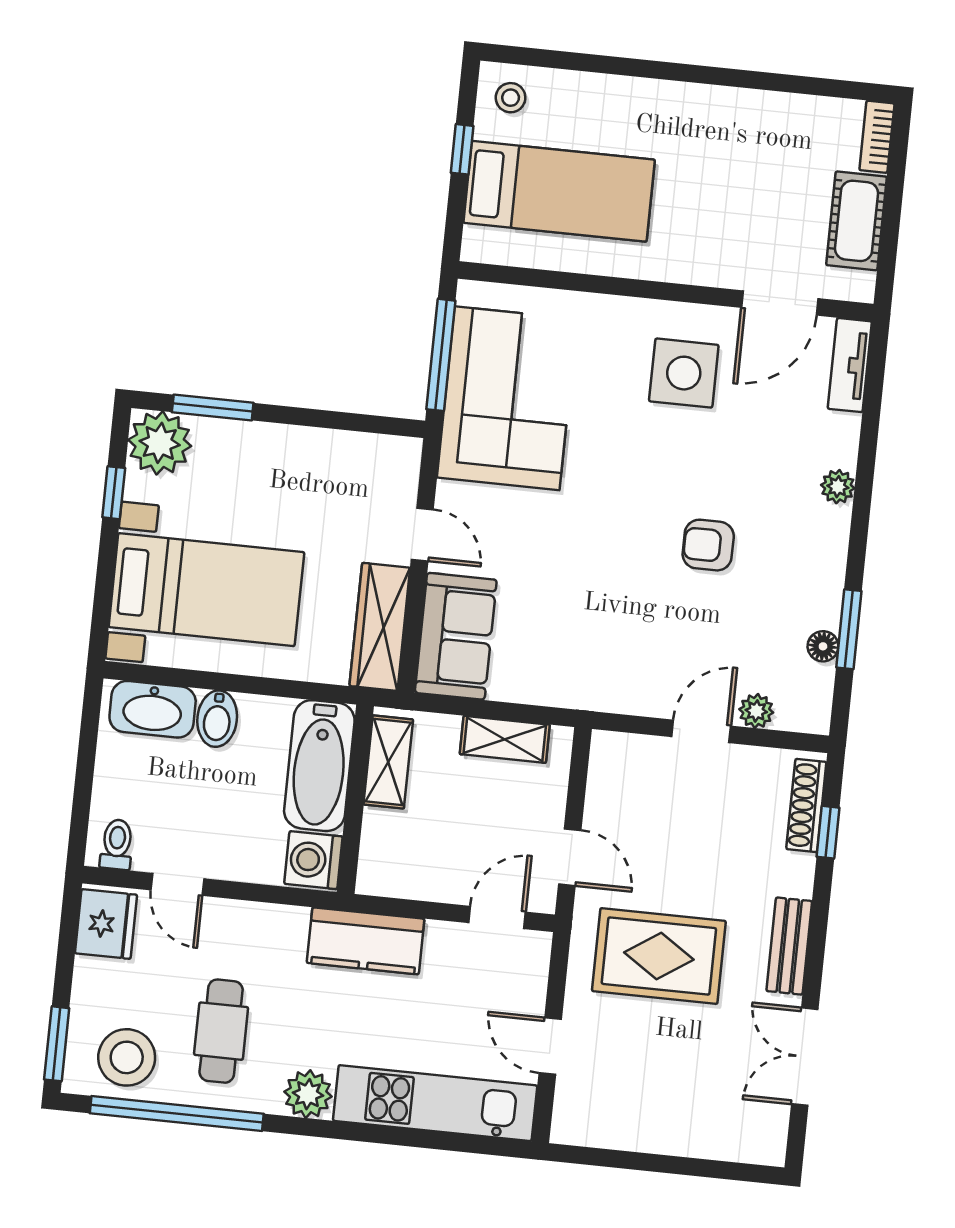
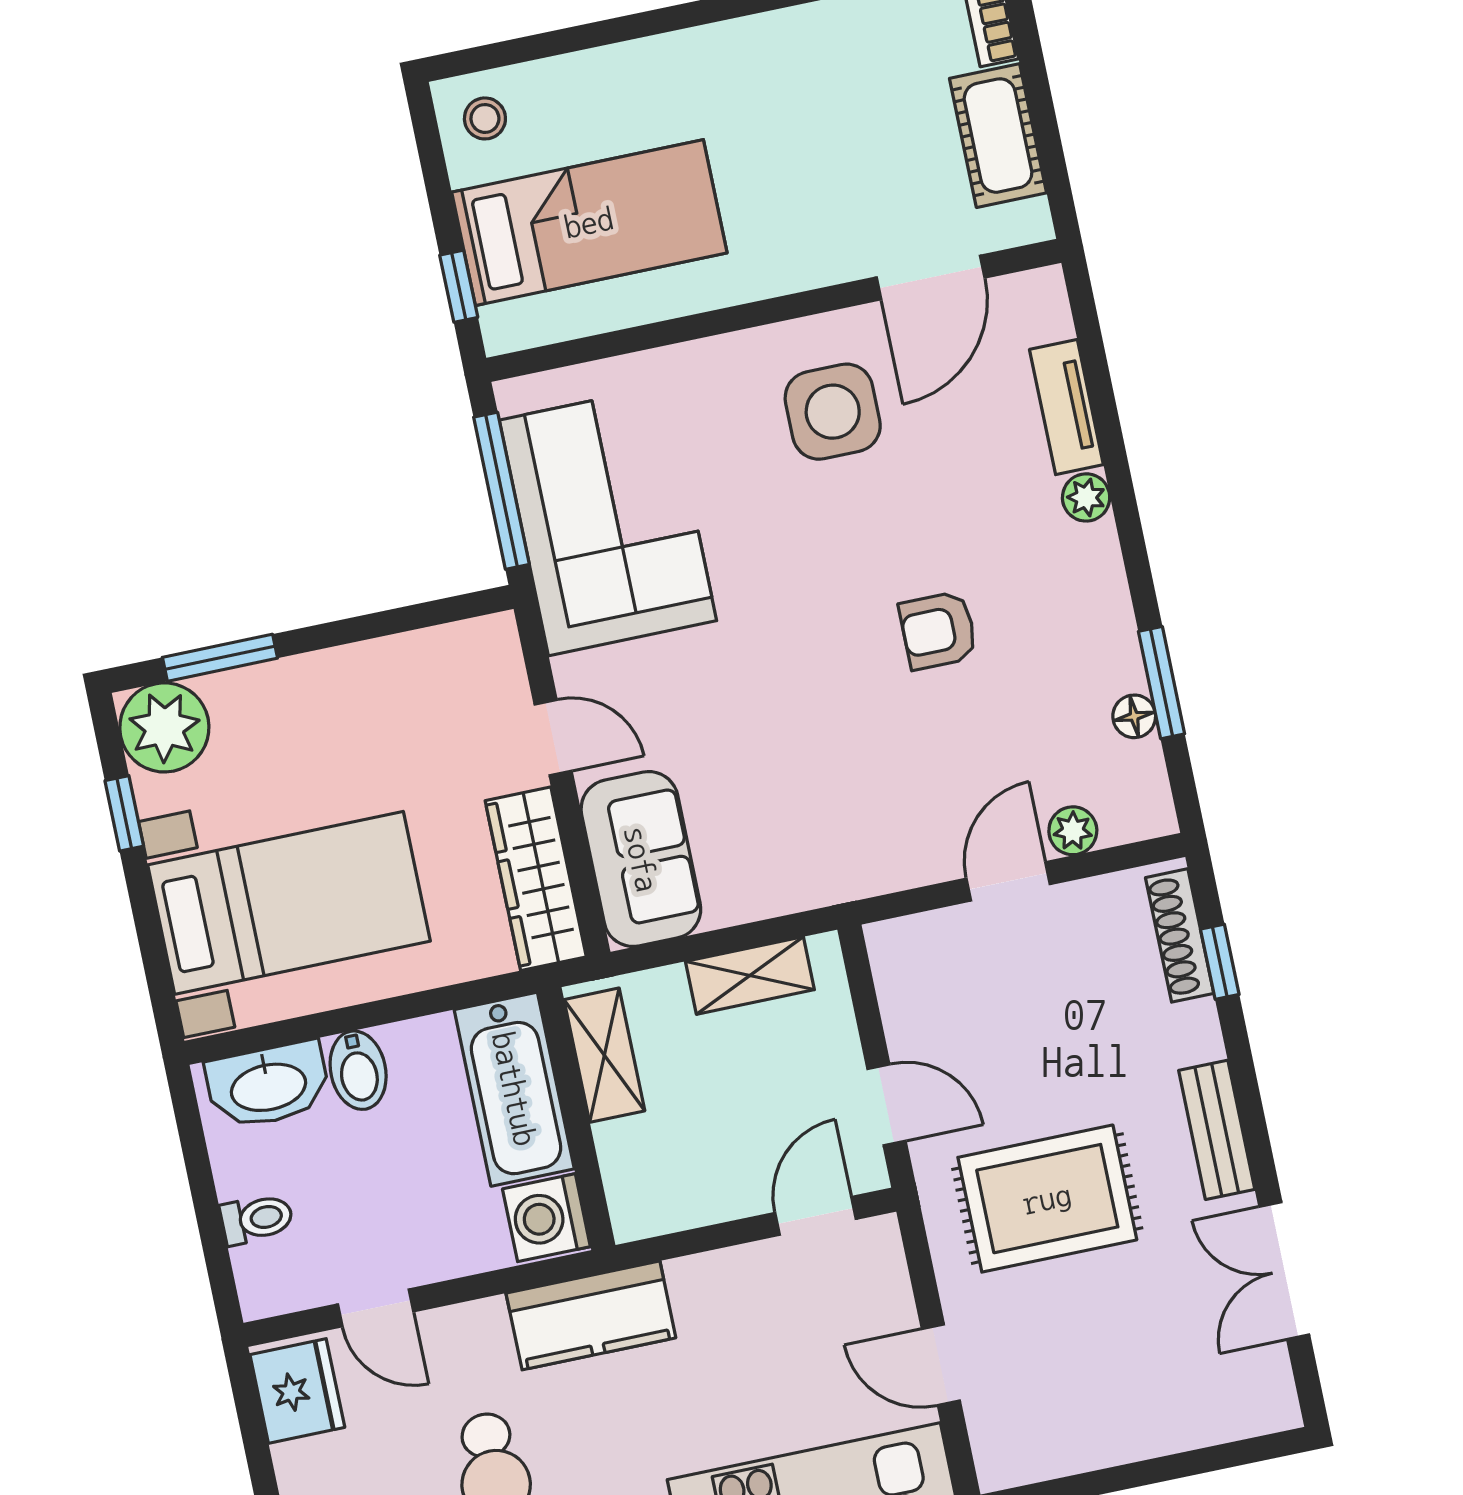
window: (462, 149) -> (459, 286), moved
tv unit: (850, 365) -> (1066, 407), moved
toilet: (117, 844) -> (257, 1219), moved, turned 90
kitchen counter: (366, 941) -> (591, 1315), moved

